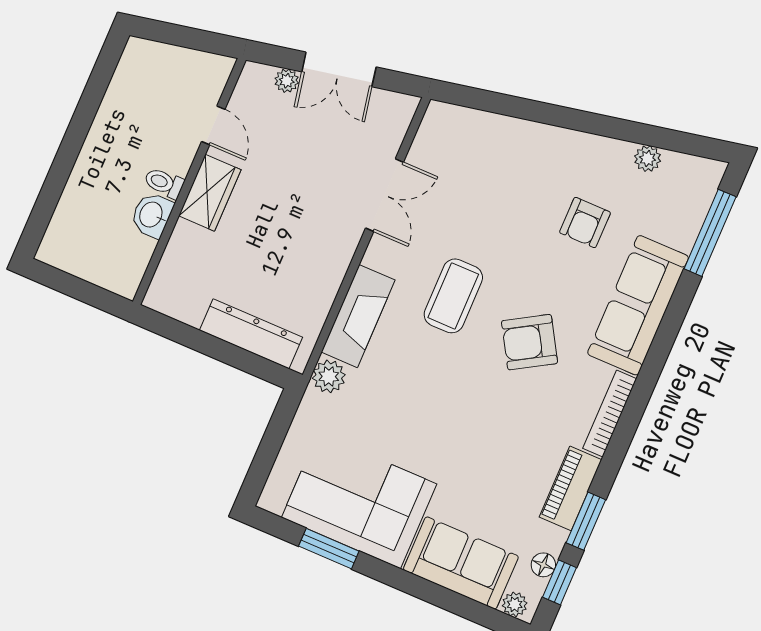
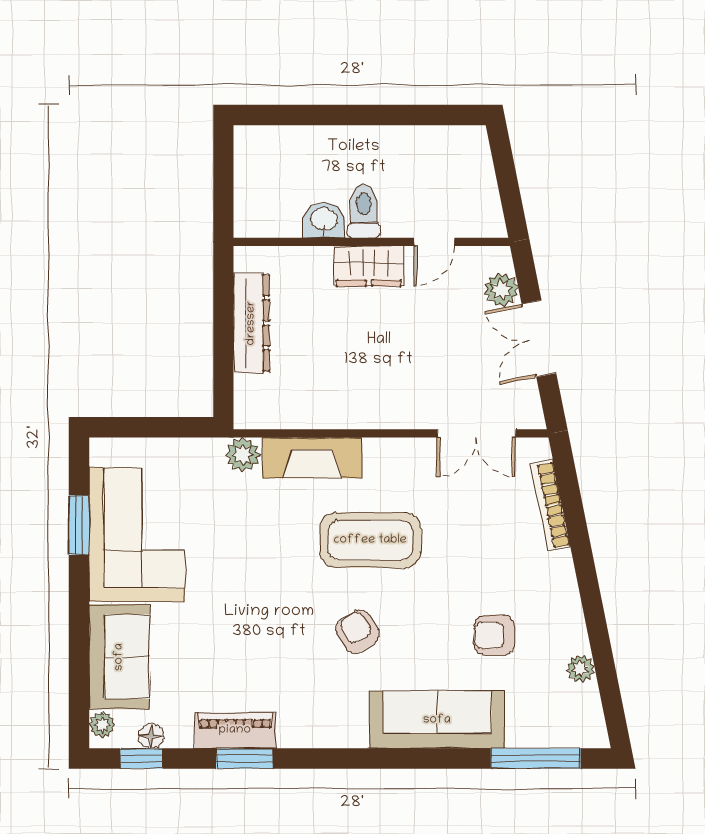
plant: (287, 81) -> (501, 290), width x1.38, depth x1.38
toilet: (164, 183) -> (364, 211), width x1.37, depth x1.39
double door: (385, 195) -> (476, 433), moved
coffee table: (453, 296) -> (370, 540), width x1.36, depth x1.32
dresser: (251, 334) -> (251, 323), moved
armchair: (530, 342) -> (358, 632), width x0.72, depth x0.72
bookcase: (610, 414) -> (551, 506), moved, turned -101
window: (586, 521) -> (245, 758), moved

